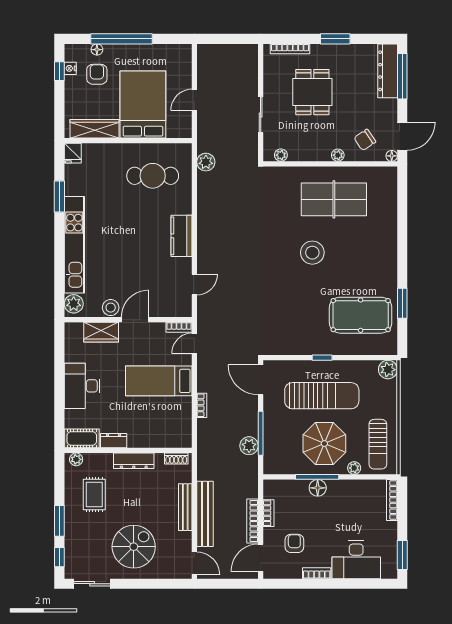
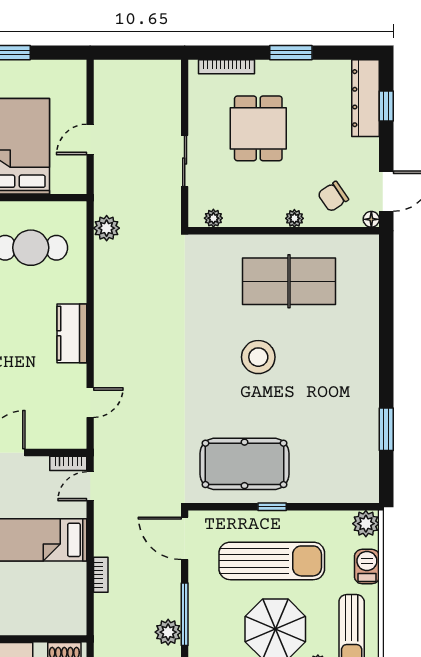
window: (402, 76) -> (386, 106), width x0.46
pool table: (361, 315) -> (244, 464), moved
barbecue: (389, 400) -> (367, 567), added

